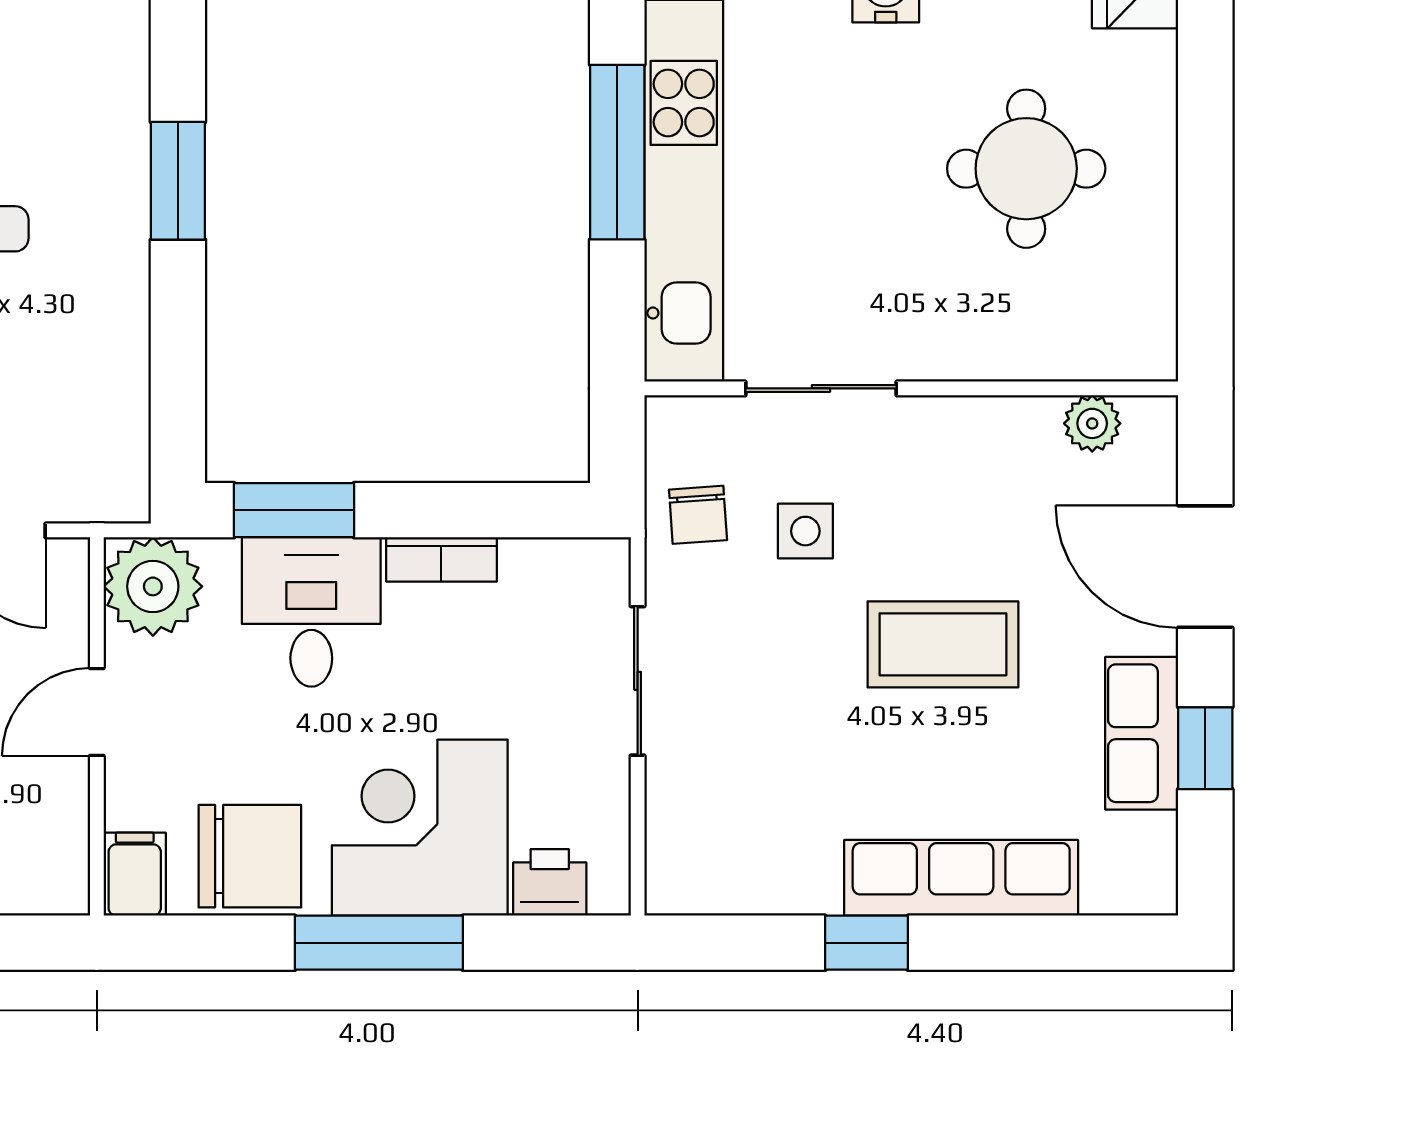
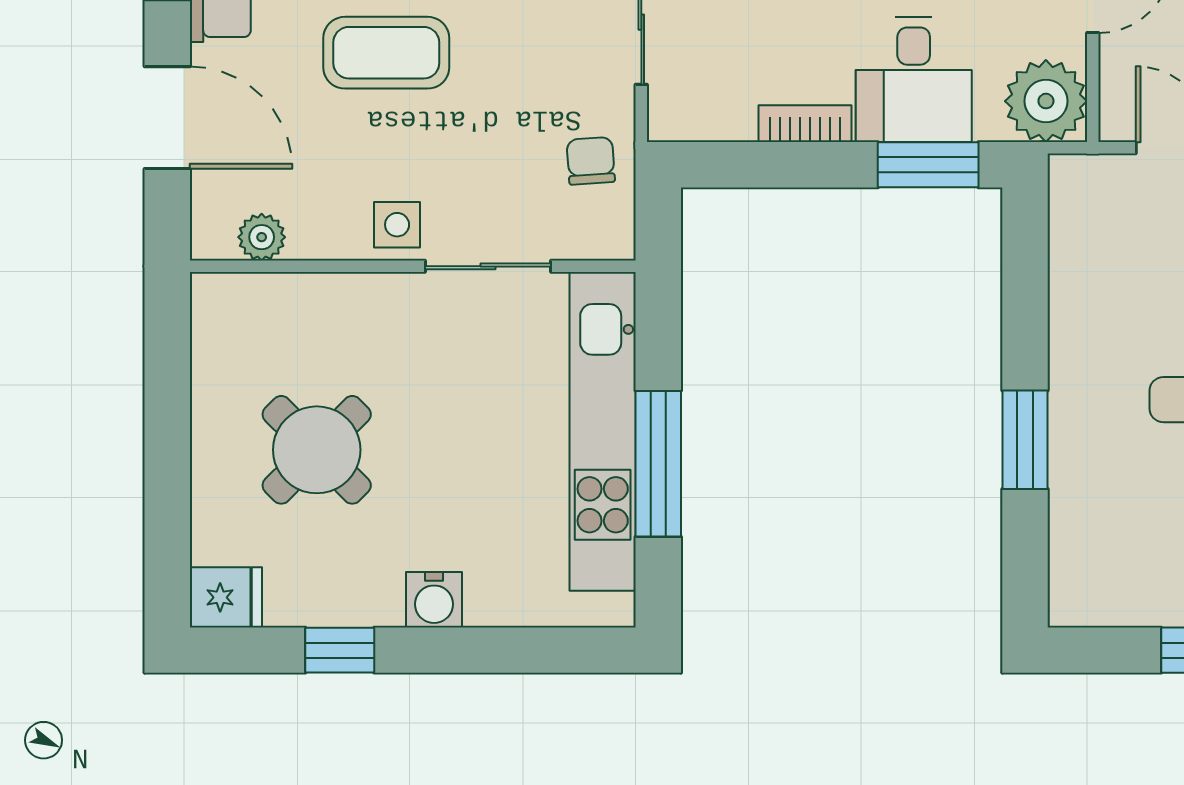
round table: (1026, 169) -> (317, 450), turned 45
side table: (805, 531) -> (397, 225), moved

